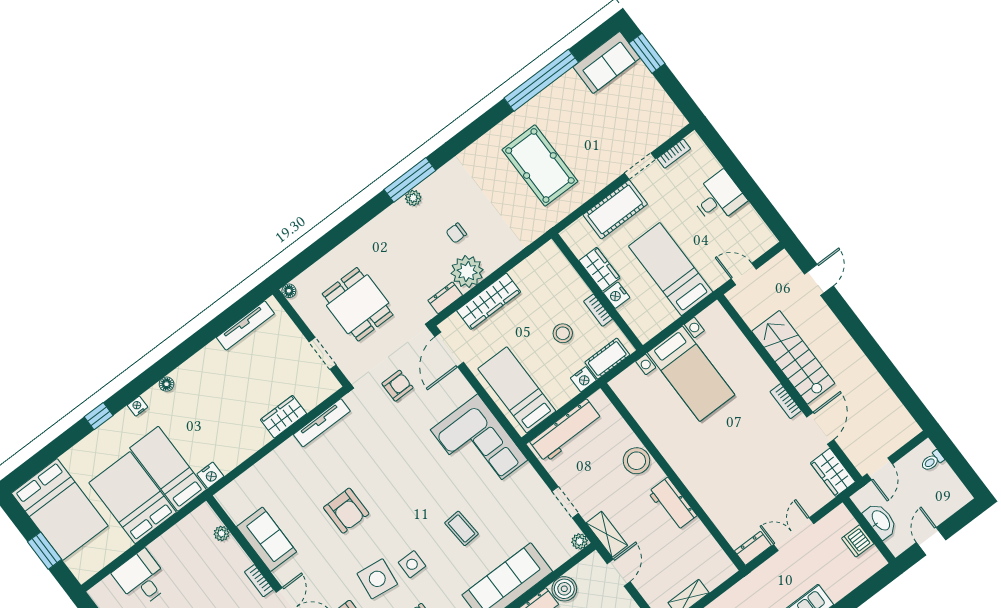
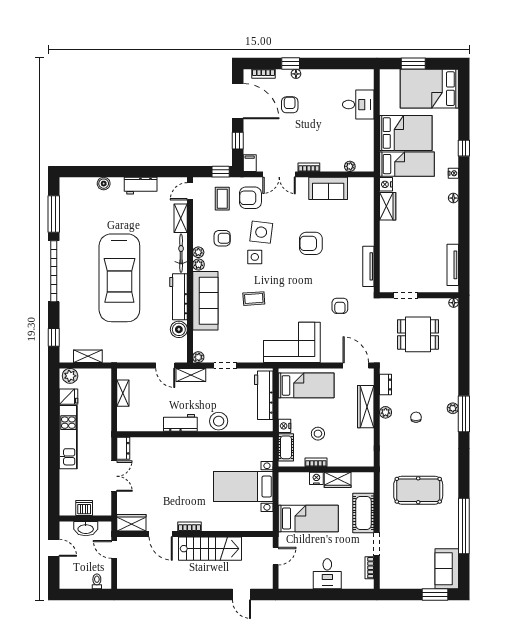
plant: (467, 272) -> (386, 412), width x0.53, depth x0.53
armchair: (397, 386) -> (340, 306), moved
wardrobe: (283, 417) -> (388, 206), moved

